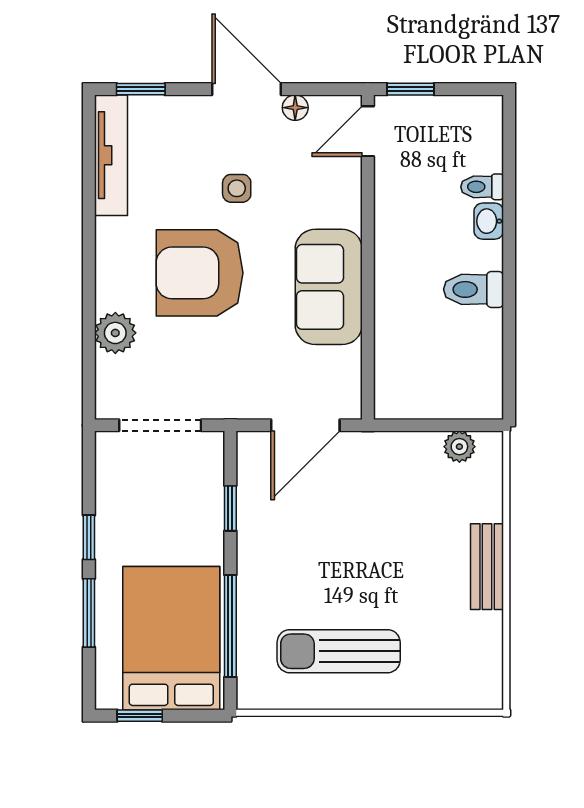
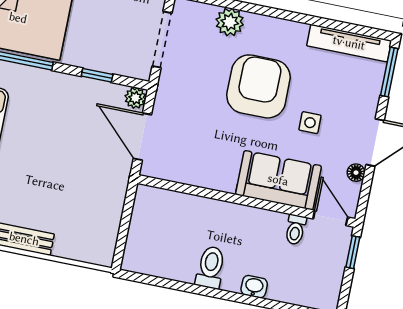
window: (141, 89) -> (389, 72), width x1.50
toilet: (482, 187) -> (295, 230), moved, turned 180
sofa: (329, 287) -> (278, 180), moved
plant: (459, 447) -> (135, 98), moved

